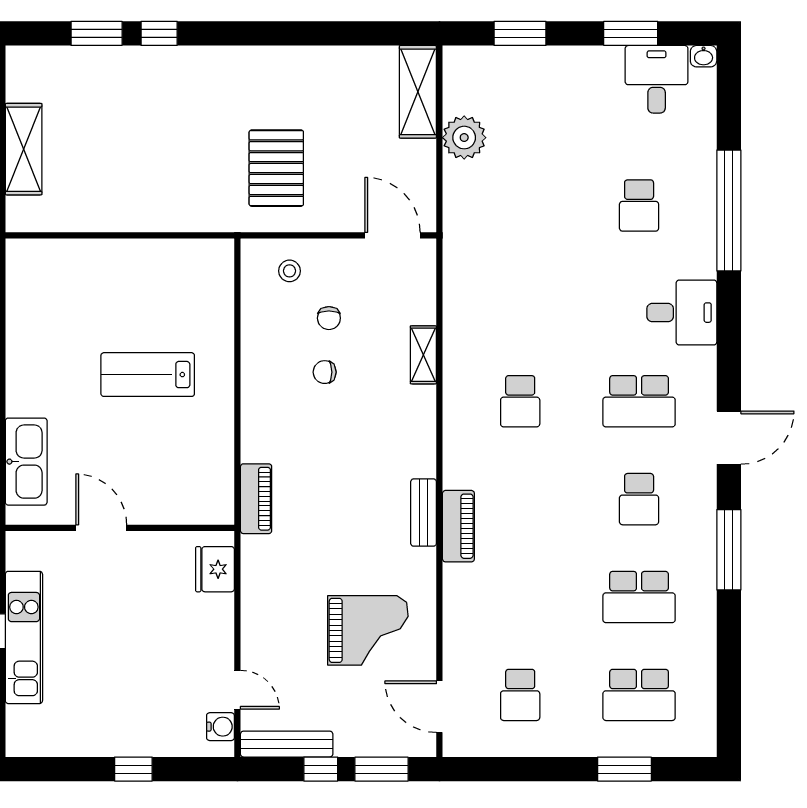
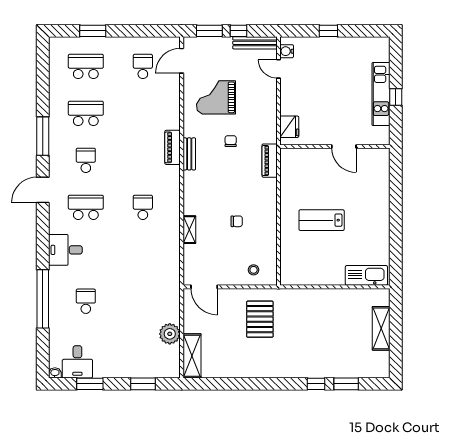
chair: (329, 318) -> (231, 141), moved
lab bench: (148, 375) -> (322, 220), turned 180
kitchen sink: (26, 462) -> (366, 275), moved, turned 90
door: (439, 707) -> (182, 61), swing flipped

